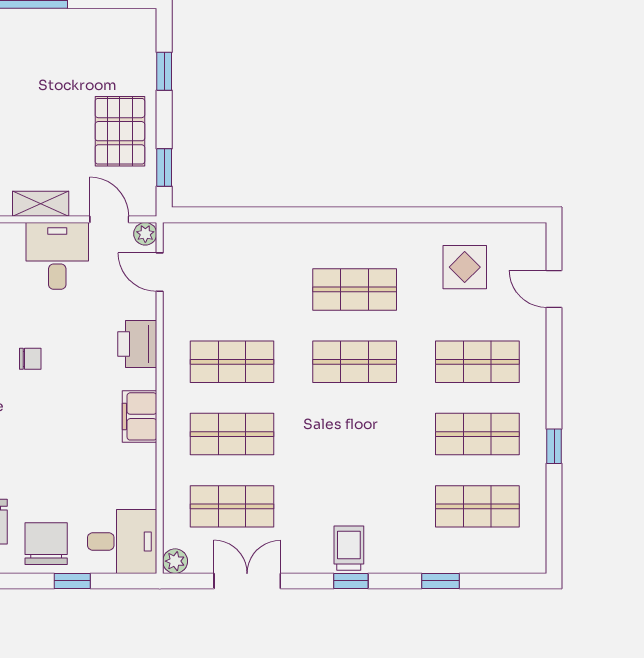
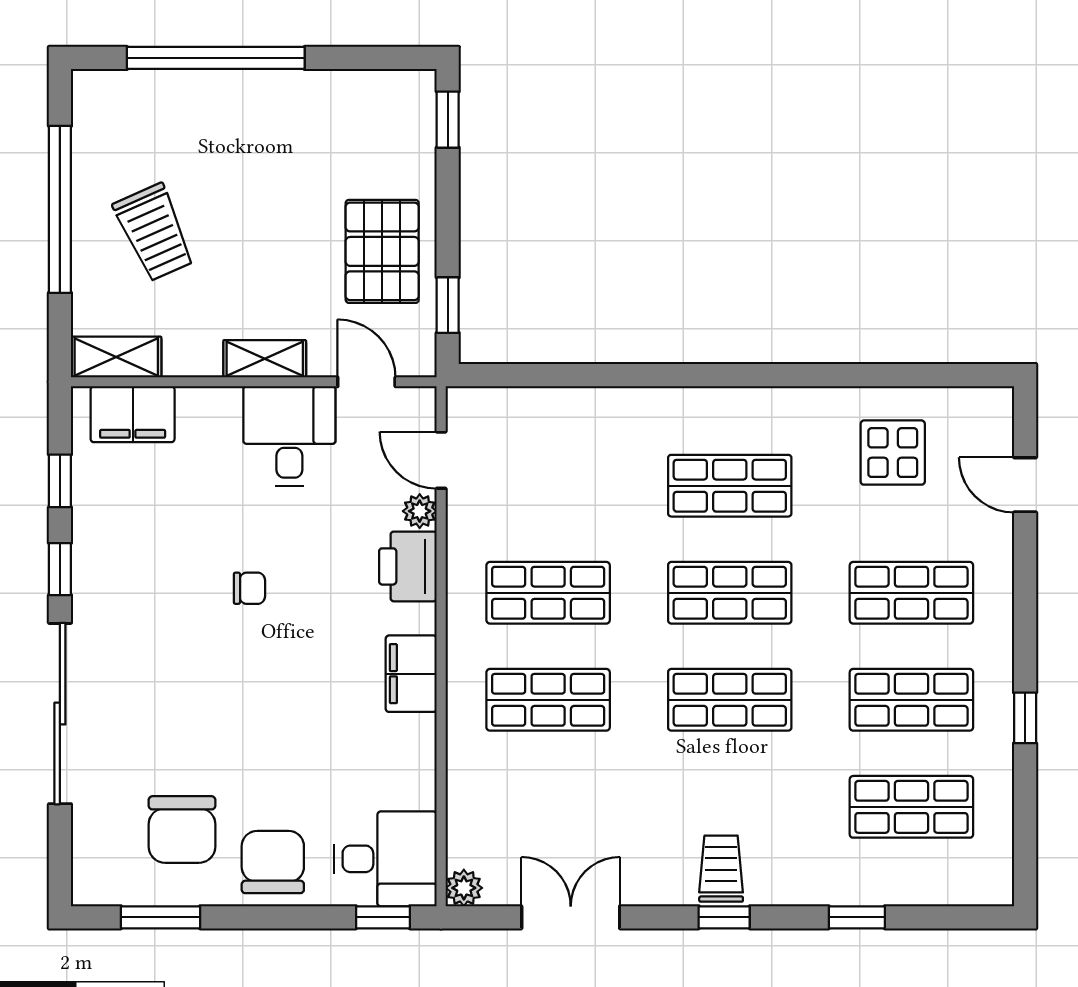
window: (164, 71) -> (448, 120), moved
plant: (145, 234) -> (420, 511), moved
shop shelf: (232, 506) -> (730, 700), moved
window: (72, 581) -> (383, 917), moved

